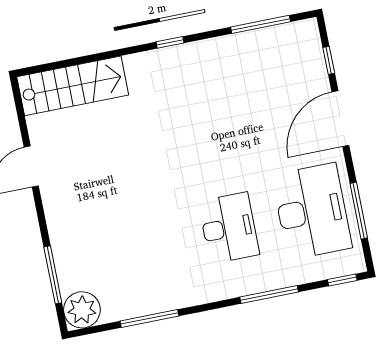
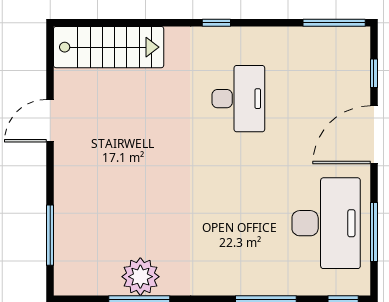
window: (261, 24) -> (334, 23), moved
desk: (229, 228) -> (238, 99), moved
plant: (82, 310) -> (140, 277), moved

